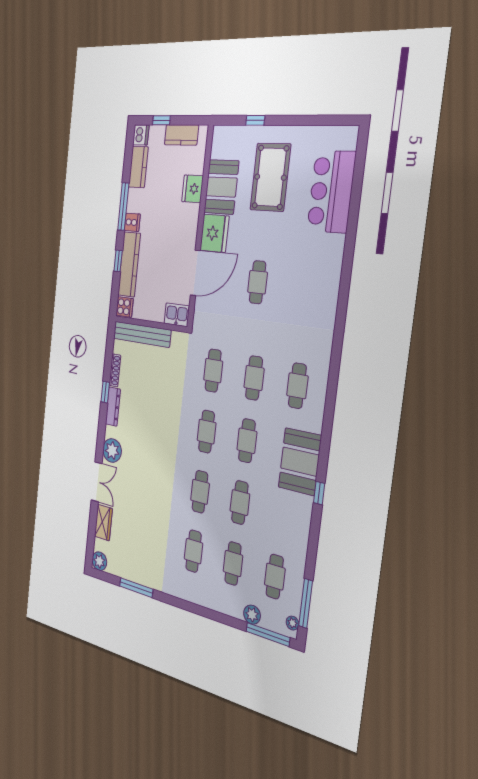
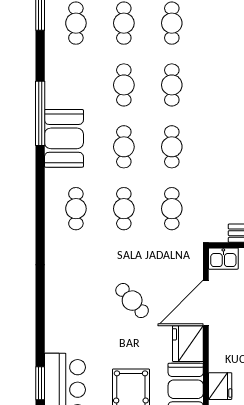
window: (355, 200) -> (40, 383), added
cafe table: (258, 282) -> (132, 301), turned -42
window: (319, 493) -> (40, 113), width x3.17

